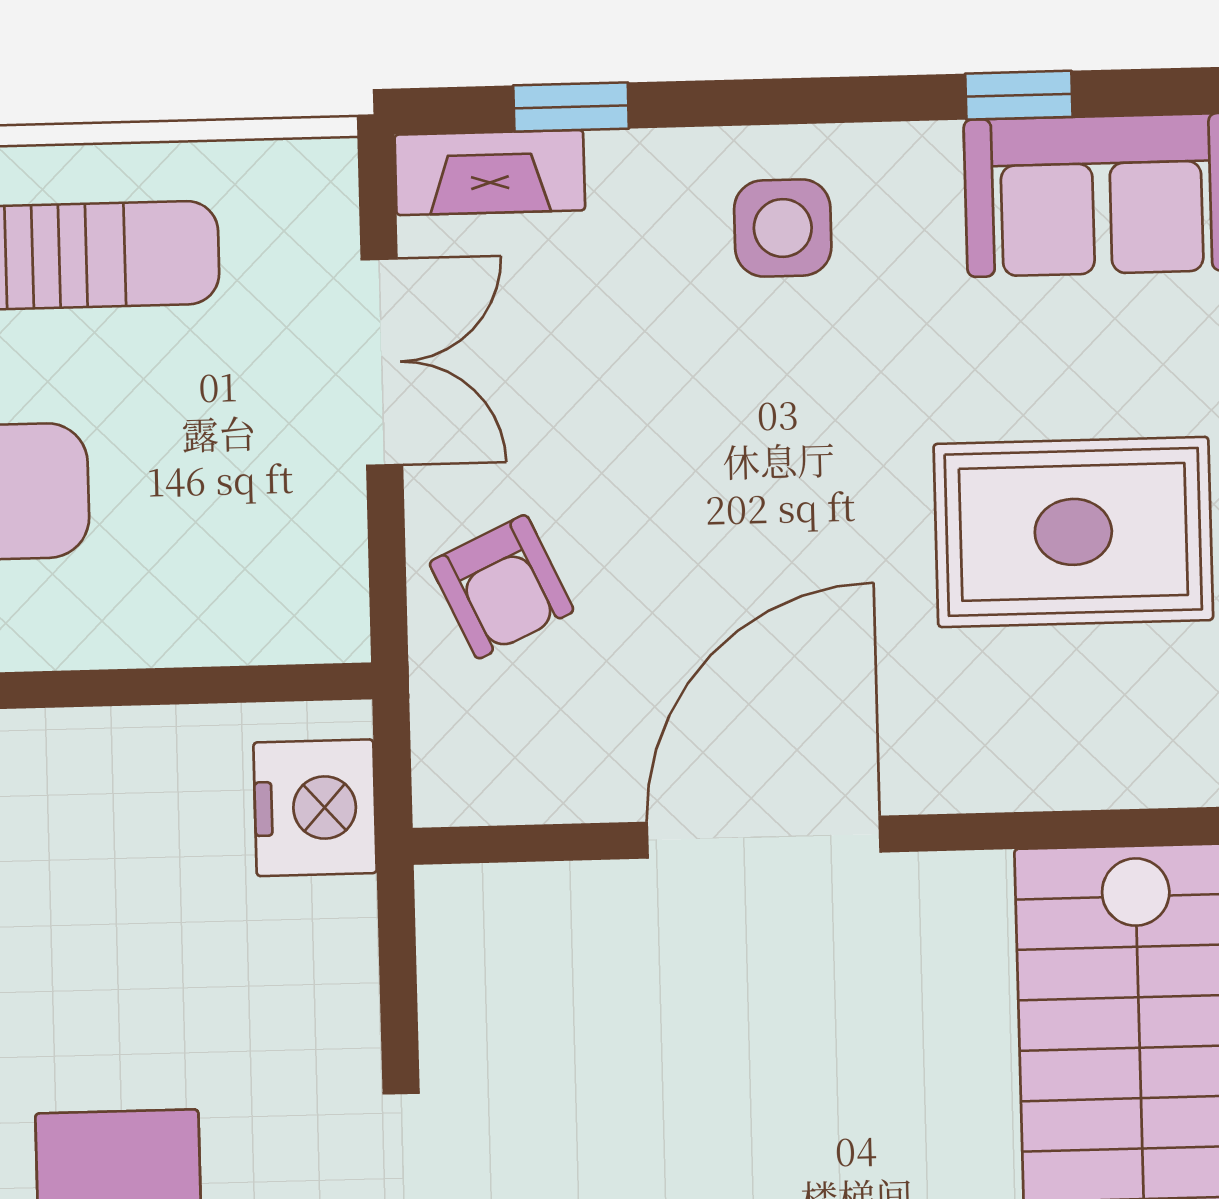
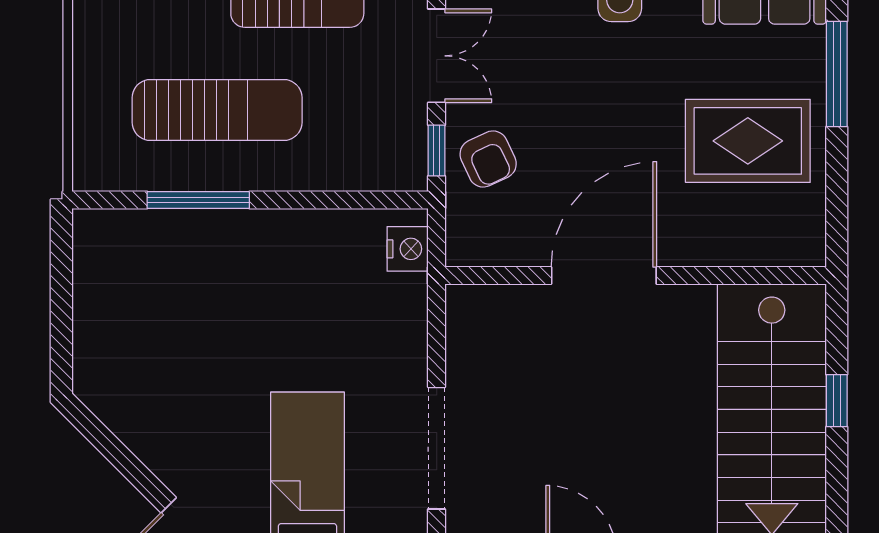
window: (387, 571) -> (437, 151), added
nightstand: (315, 808) -> (408, 249), width x0.74, depth x0.75

